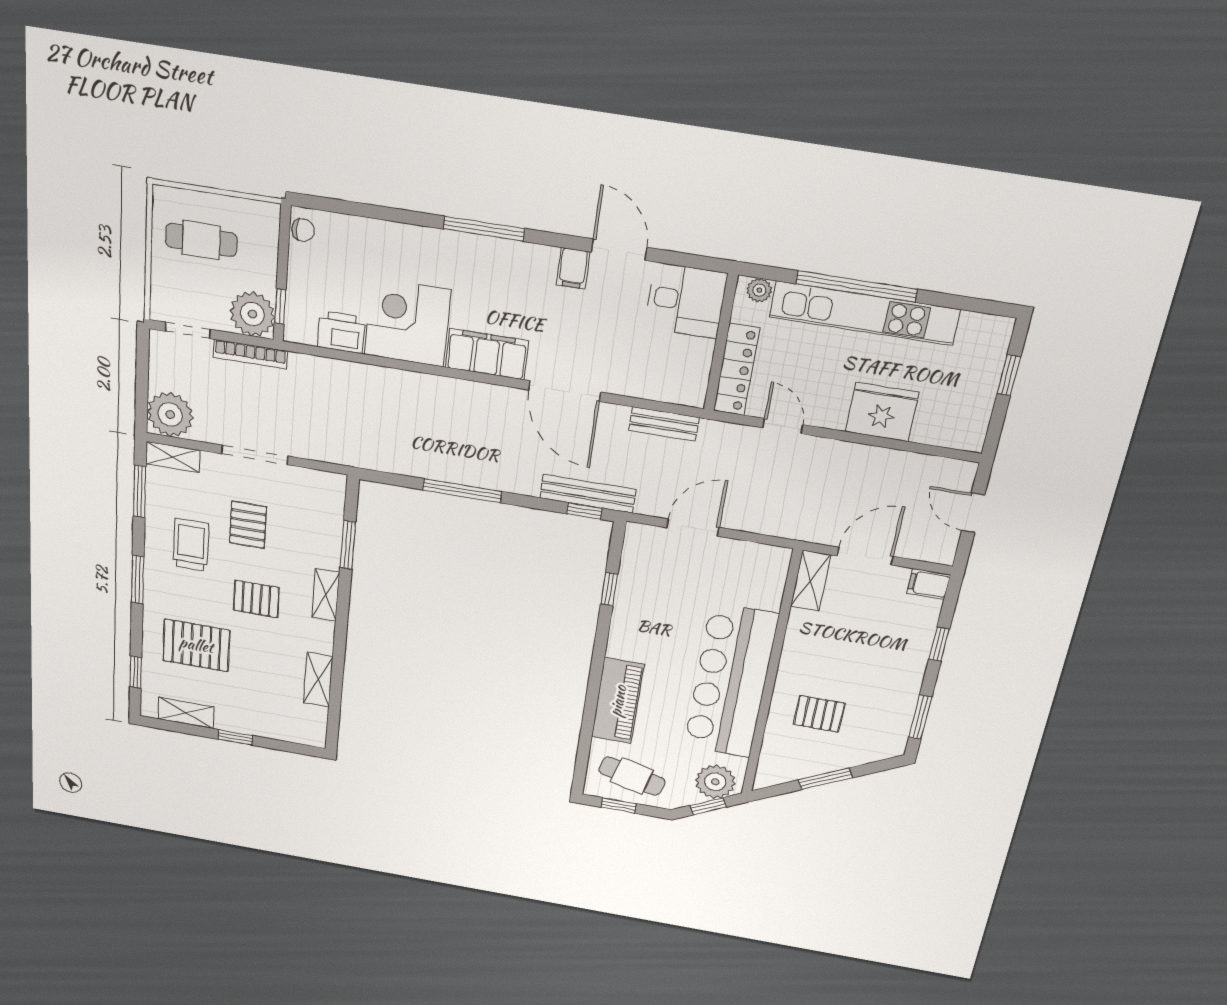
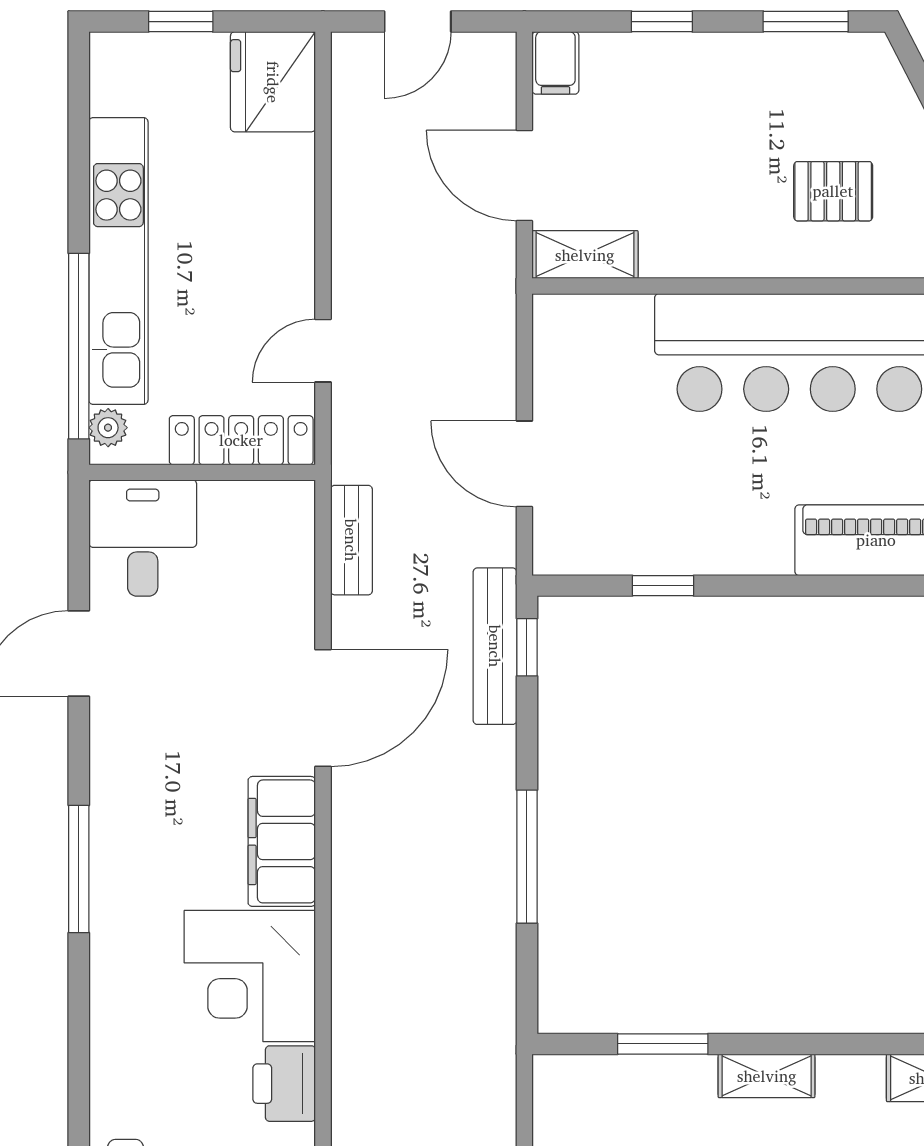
filing cabinet: (573, 268) -> (119, 721), removed
window: (856, 286) -> (79, 346), moved
fridge: (882, 412) -> (273, 82), moved
pallet: (819, 714) -> (833, 191), turned 90

